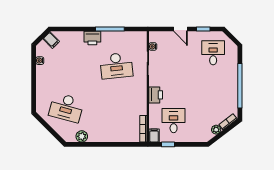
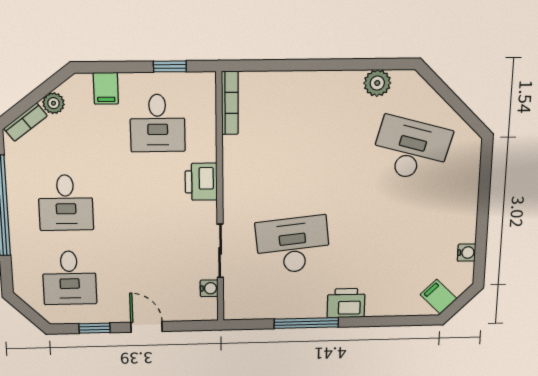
desk: (213, 87) -> (66, 203), added
filing cabinet: (154, 136) -> (106, 88), moved

